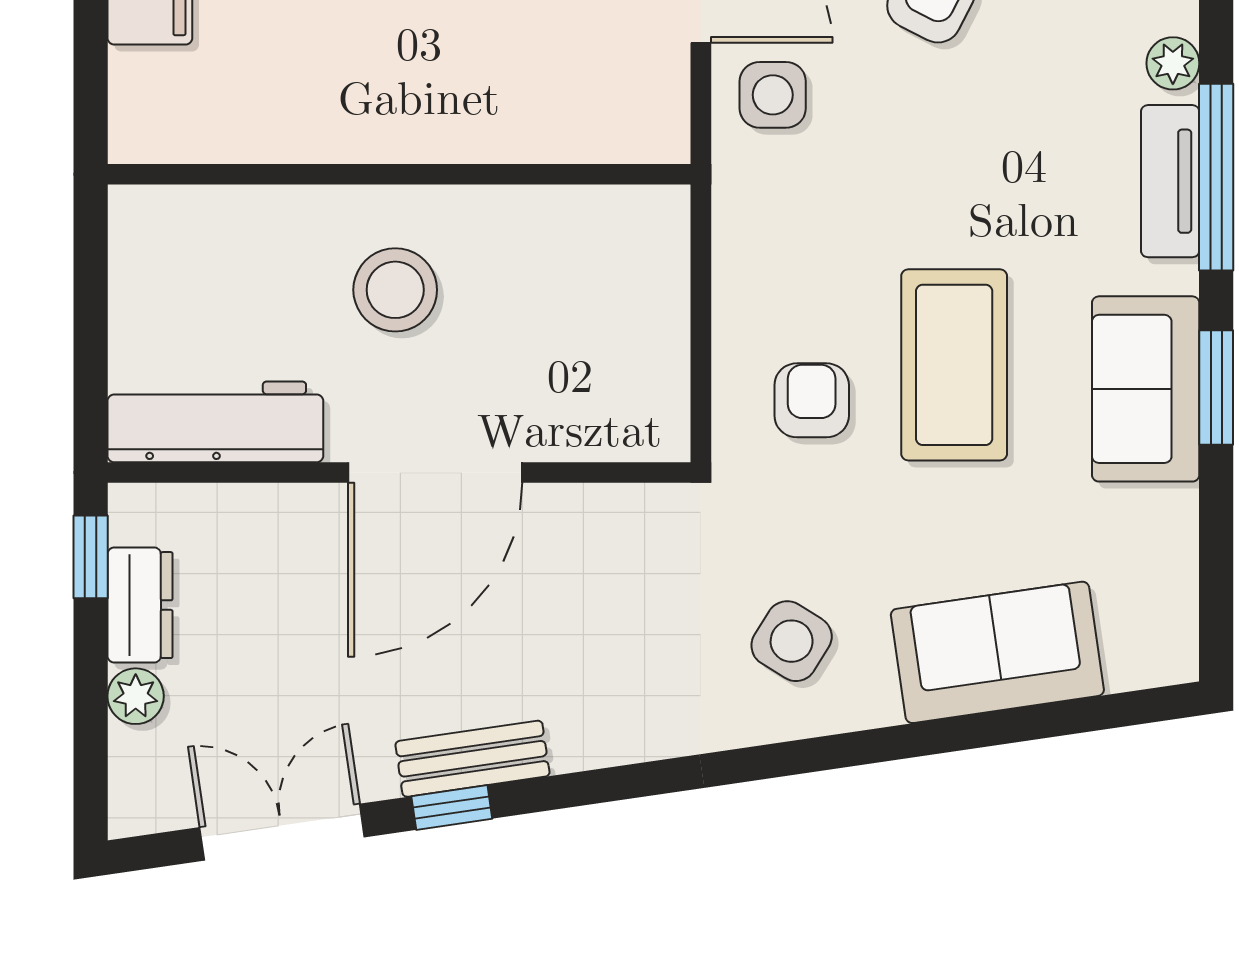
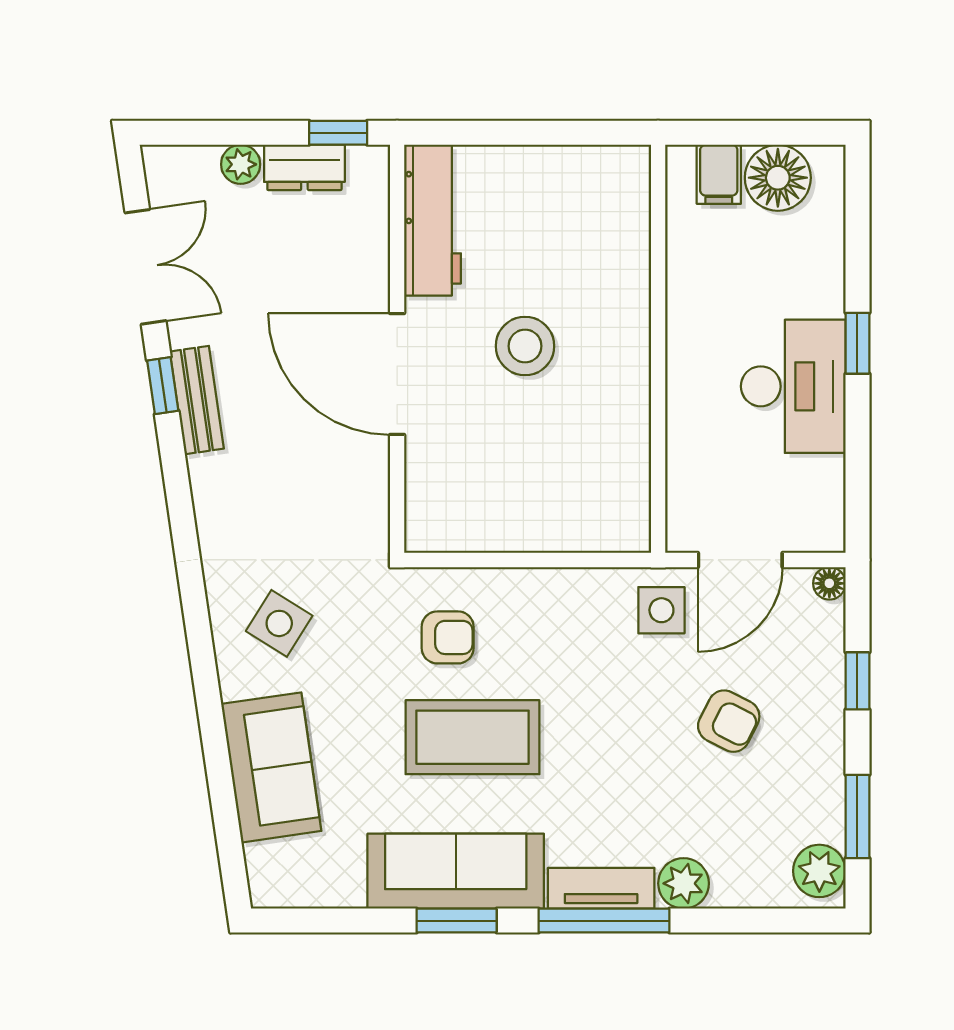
plant: (1173, 63) -> (684, 883), width x1.38, depth x1.38
wall: (399, 174) -> (658, 349), moved
sofa: (1146, 389) -> (456, 871), width x1.36

